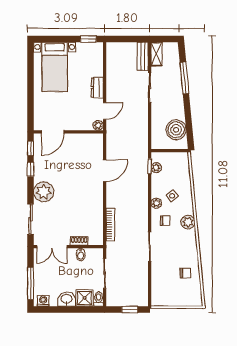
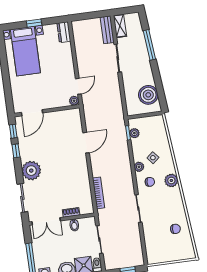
window: (88, 39) -> (34, 23), moved
dresser: (97, 88) -> (64, 32), moved

